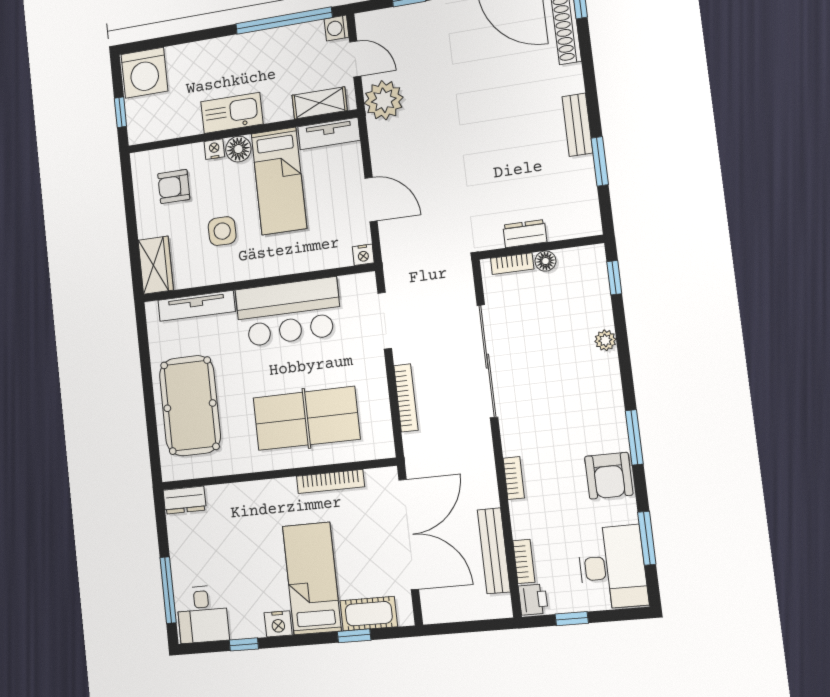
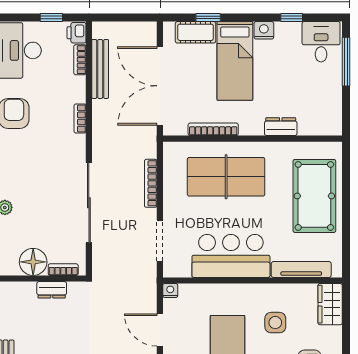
floor lamp: (545, 261) -> (33, 262), width x1.89, depth x1.89
dresser: (185, 500) -> (281, 127), moved

